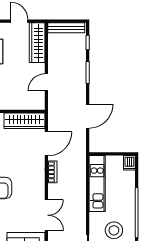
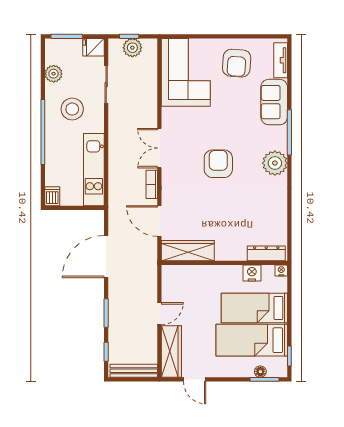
door: (46, 82) -> (159, 314), moved
door: (88, 116) -> (106, 257), width x1.36
door: (46, 144) -> (159, 221), hinge flipped
double door: (46, 215) -> (159, 148), moved

